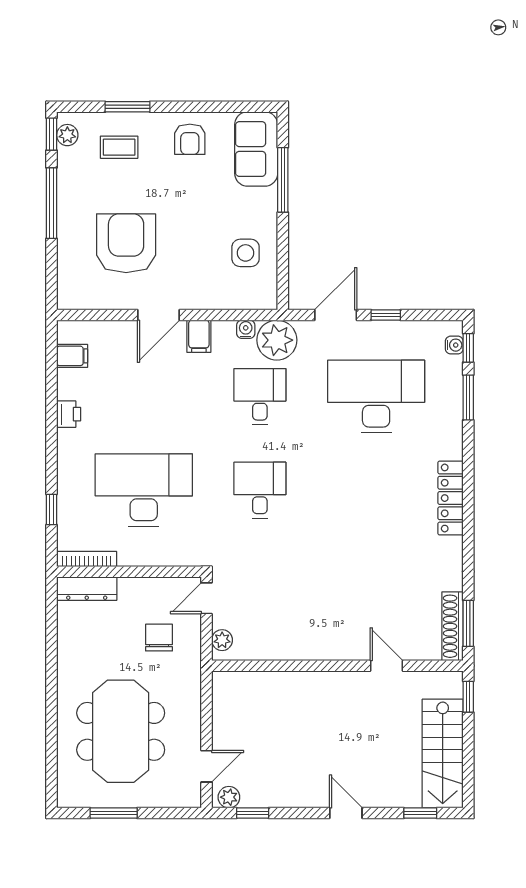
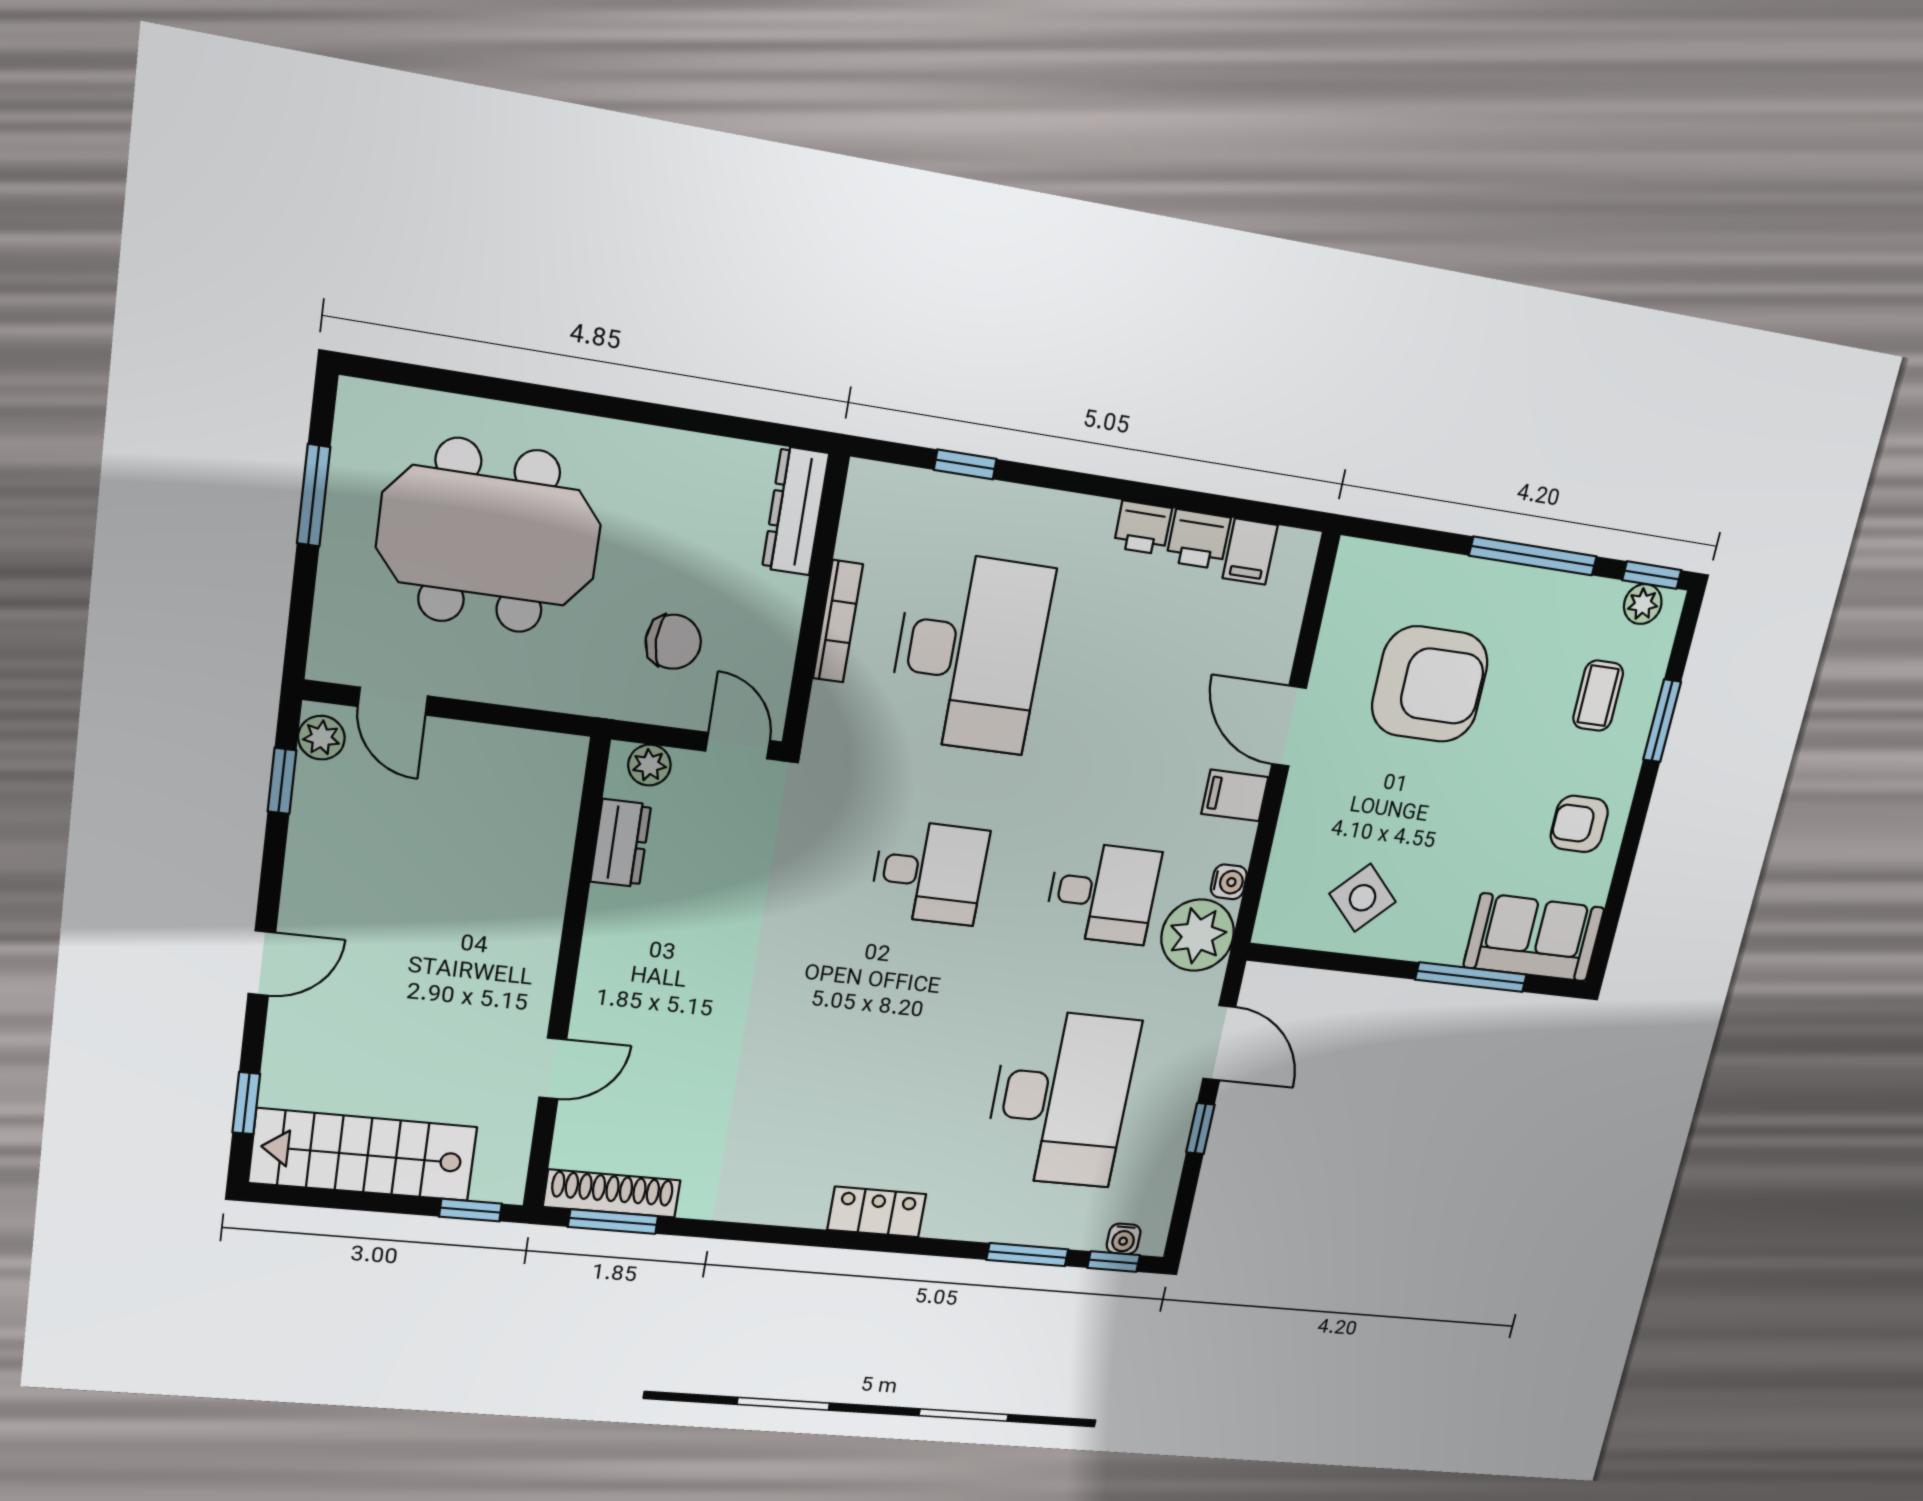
side table: (246, 253) -> (1363, 898), turned 45
printer: (70, 384) -> (1198, 539), added
locker: (451, 498) -> (877, 1212), width x0.66
bookcase: (87, 559) -> (838, 621), moved
dresser: (264, 648) -> (621, 843), added

